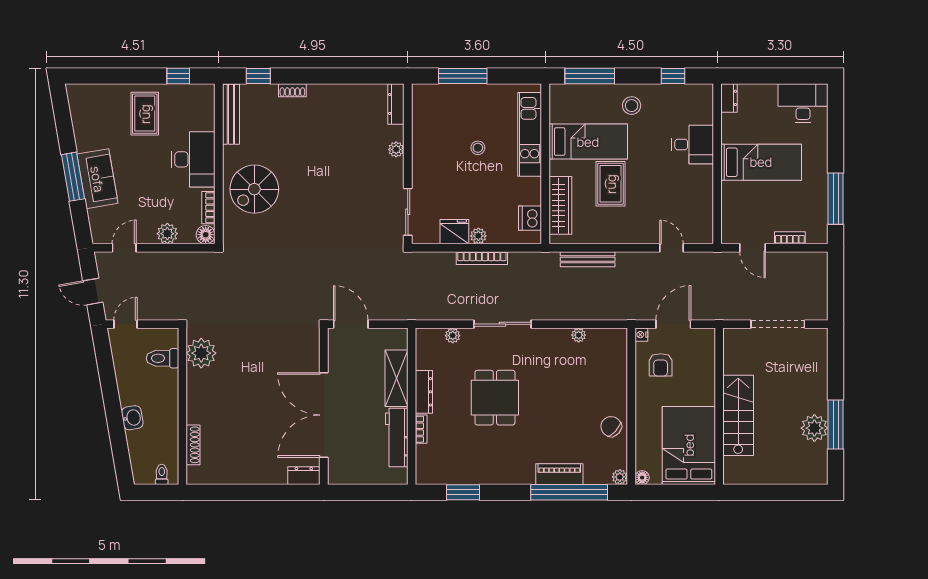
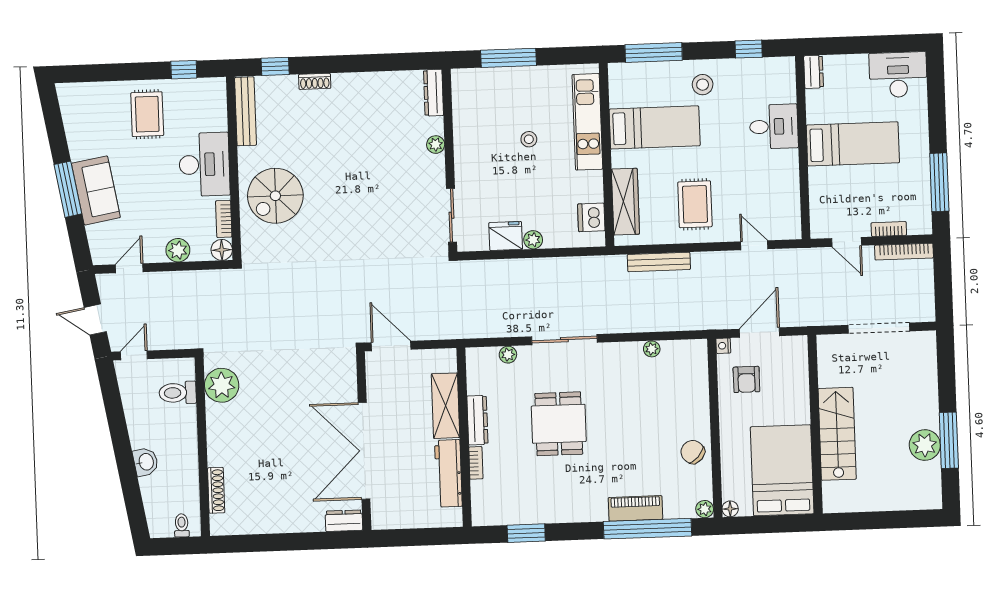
rug: (611, 184) -> (695, 204), moved
bookcase: (482, 258) -> (904, 252), moved

